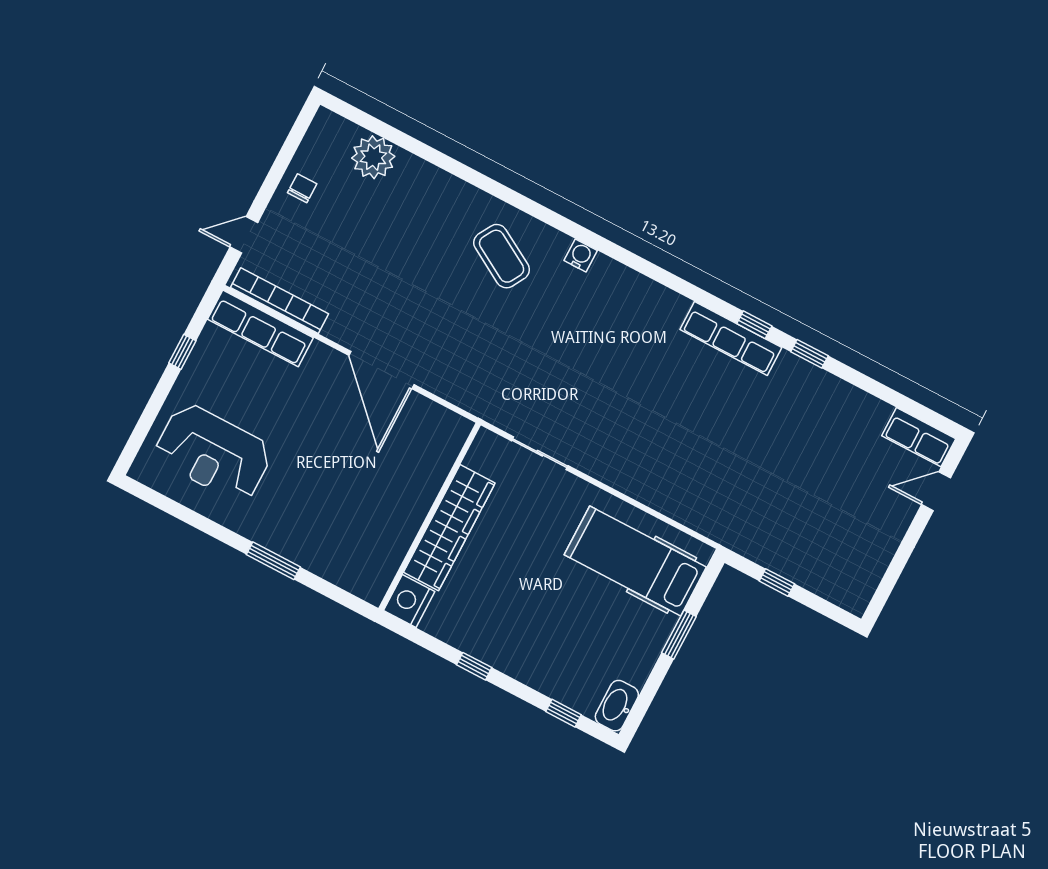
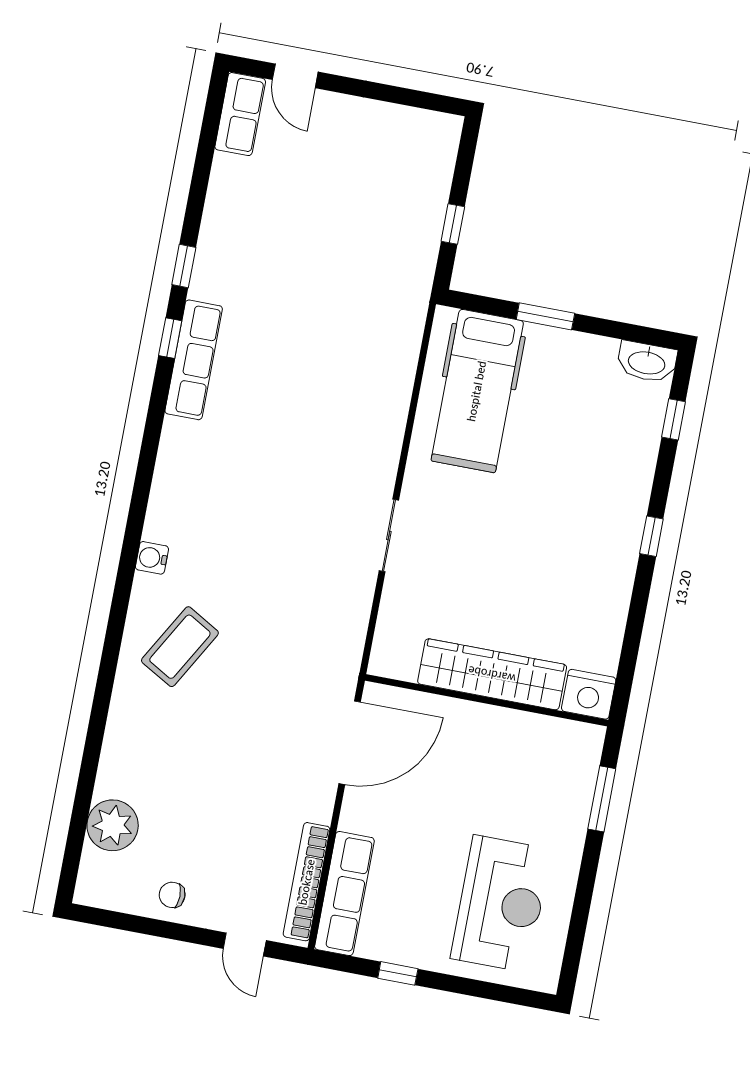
wall: (430, 517) -> (487, 700), moved
wardrobe: (449, 528) -> (492, 674), moved
nightstand: (409, 601) -> (589, 694), moved

